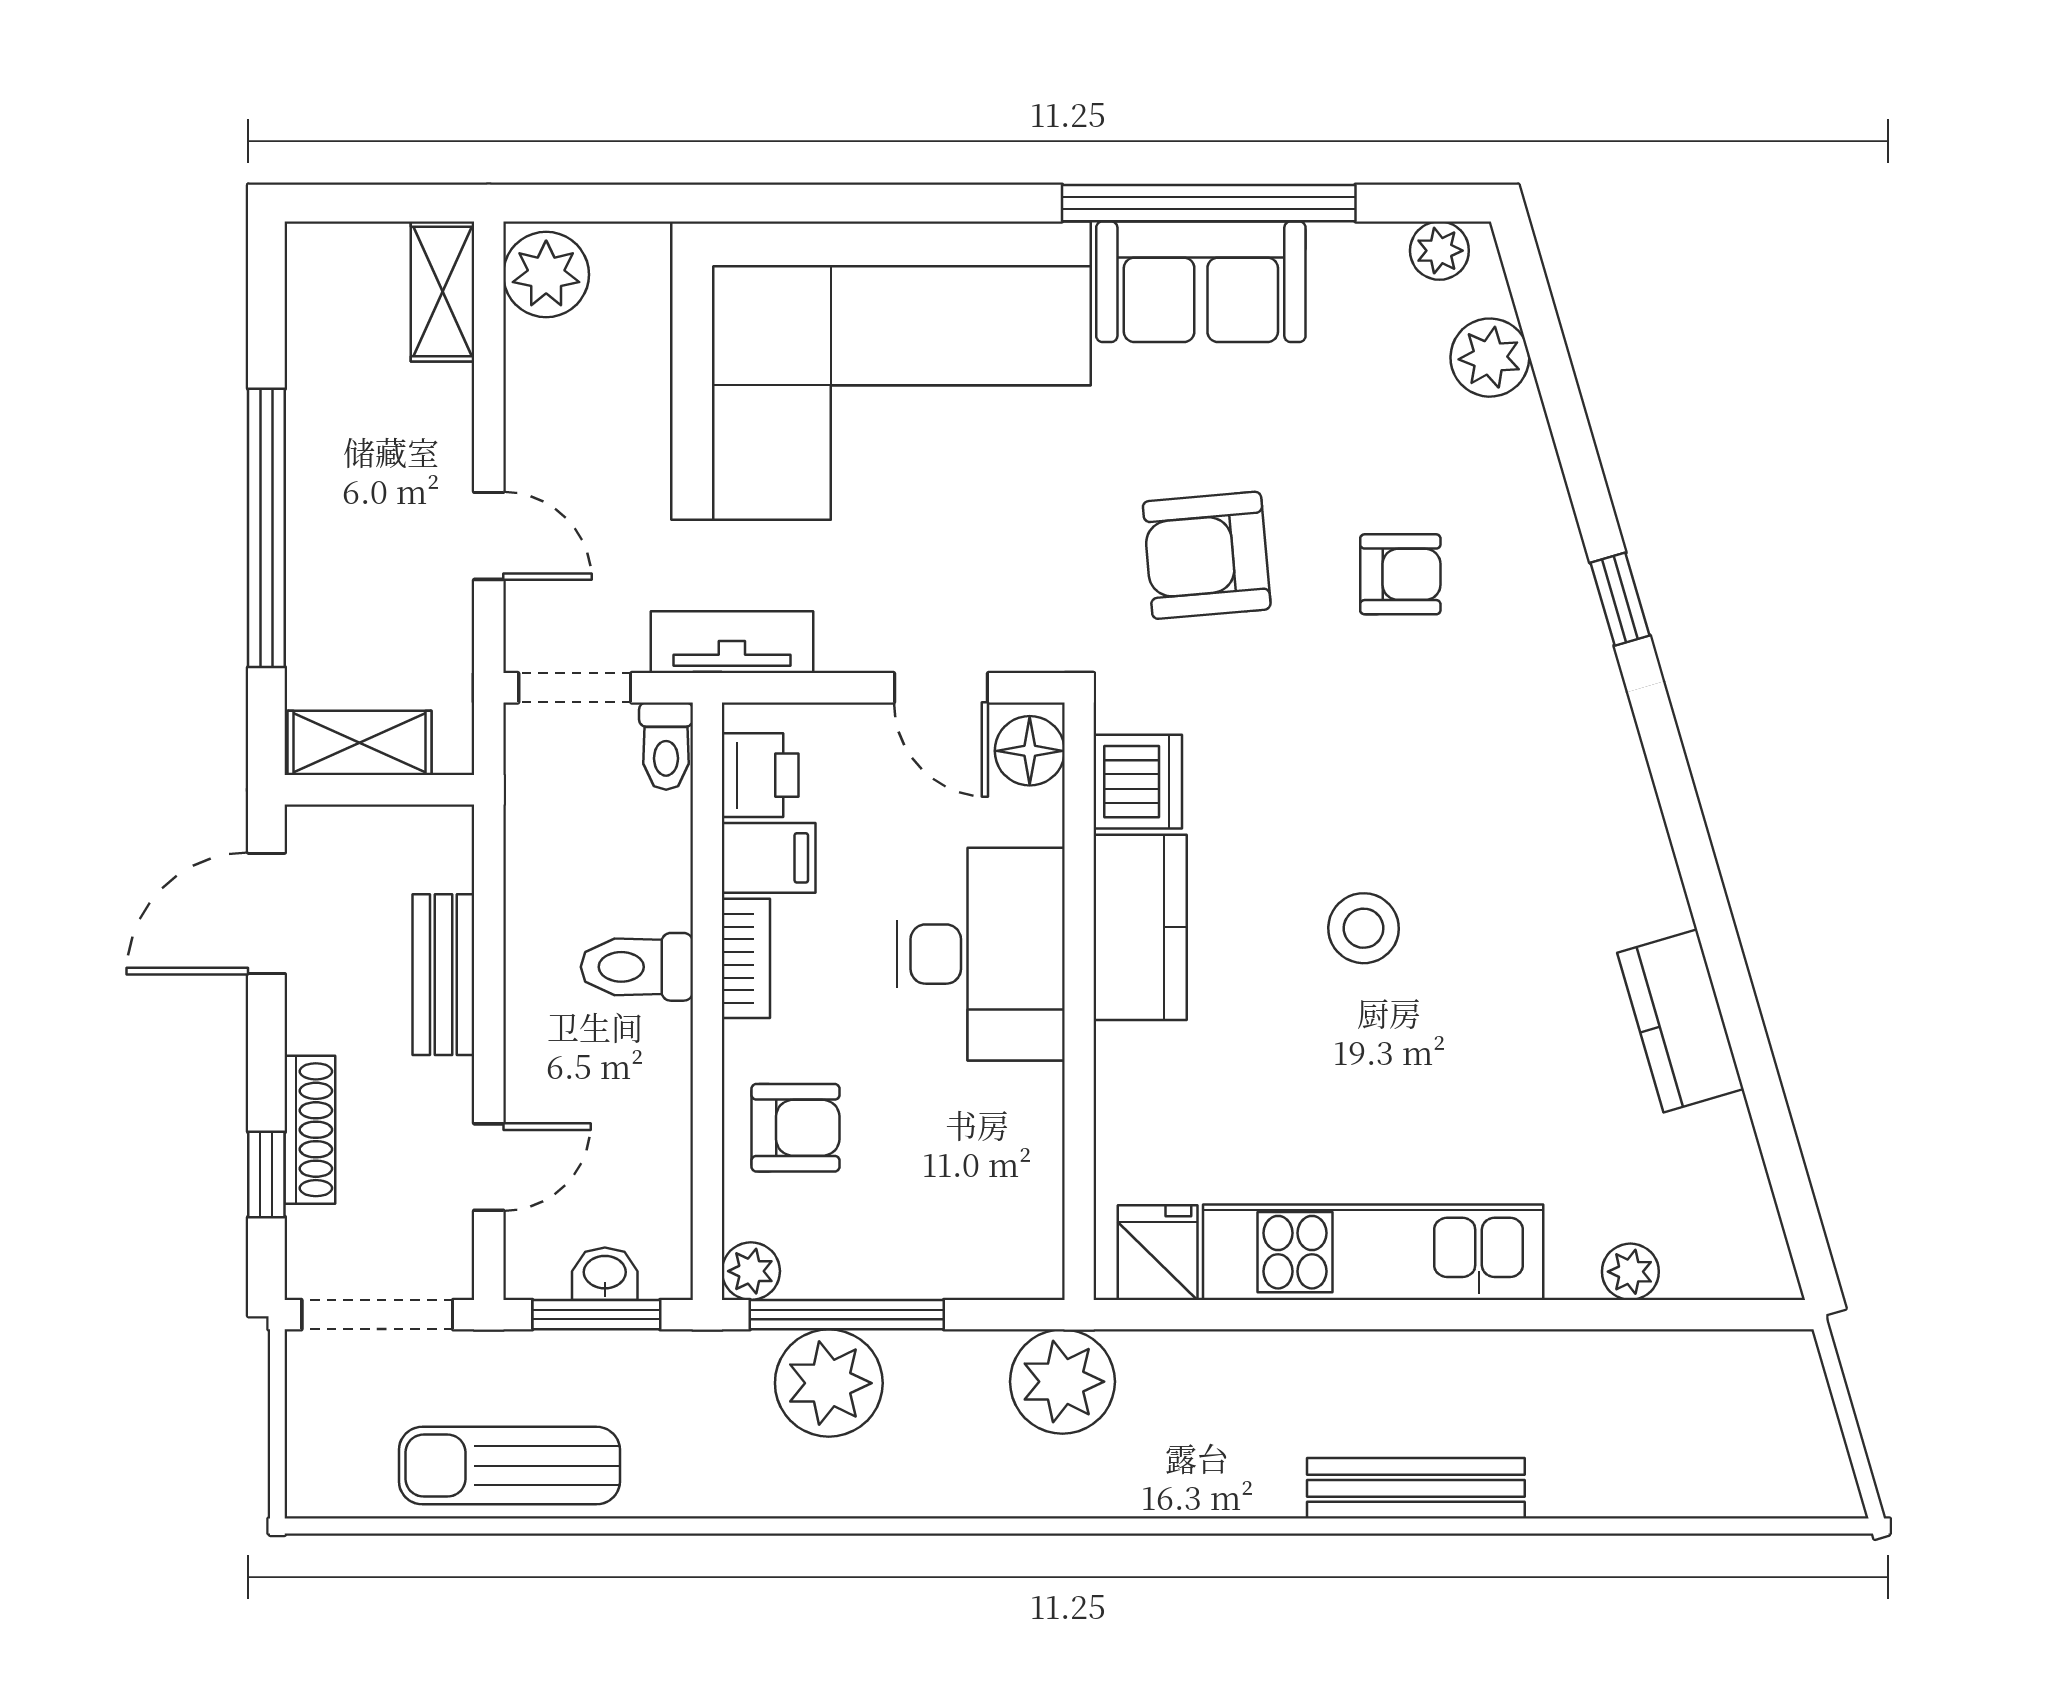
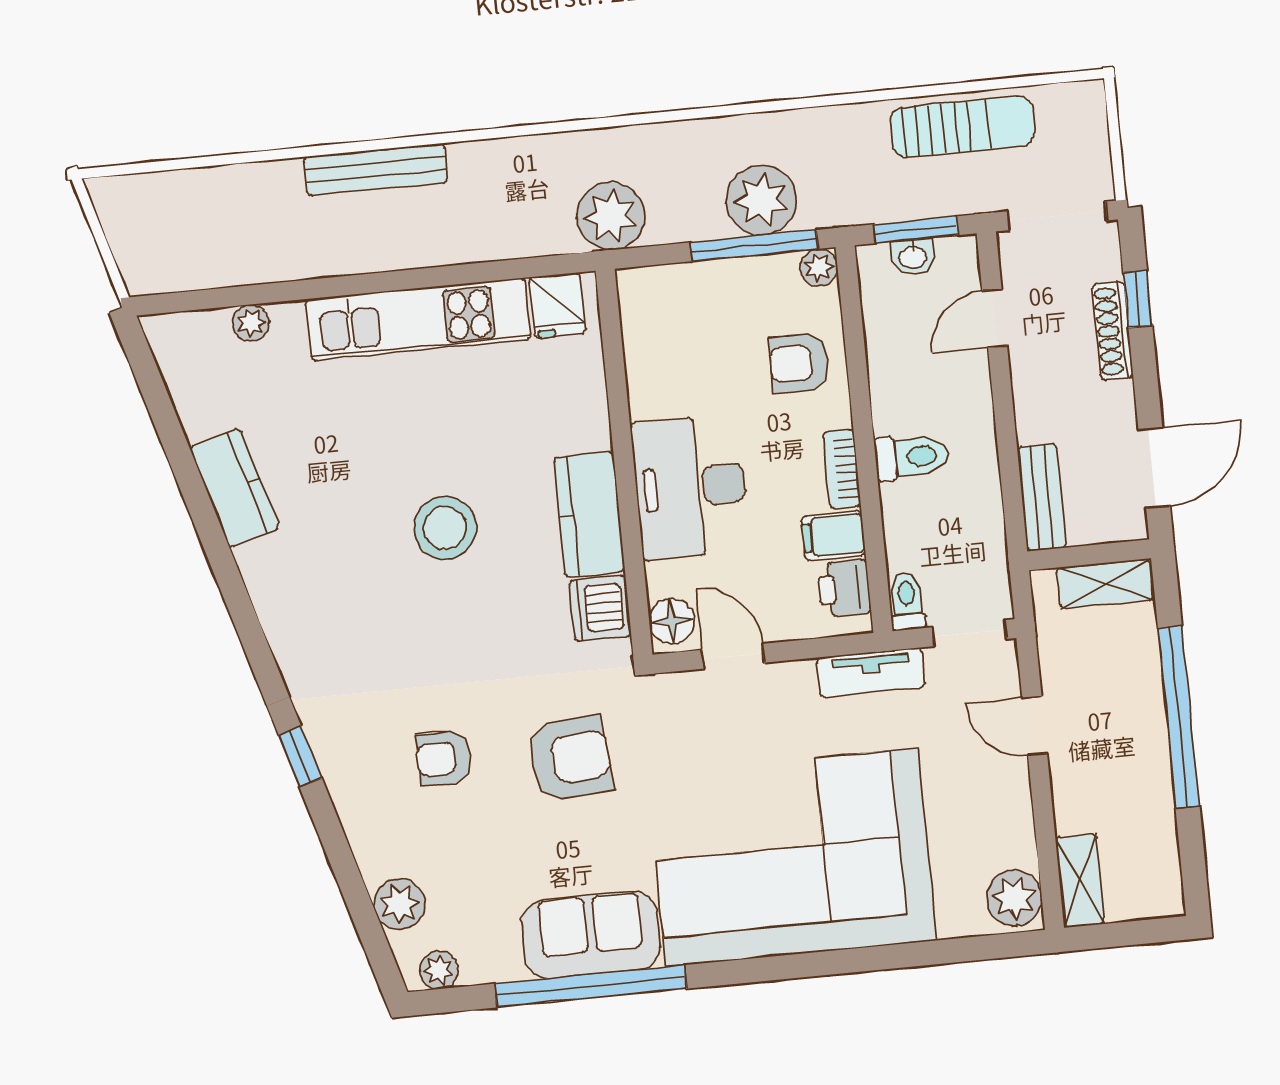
stool: (1364, 928) -> (445, 528), width x1.38, depth x1.38
bench: (443, 975) -> (1042, 498), moved

